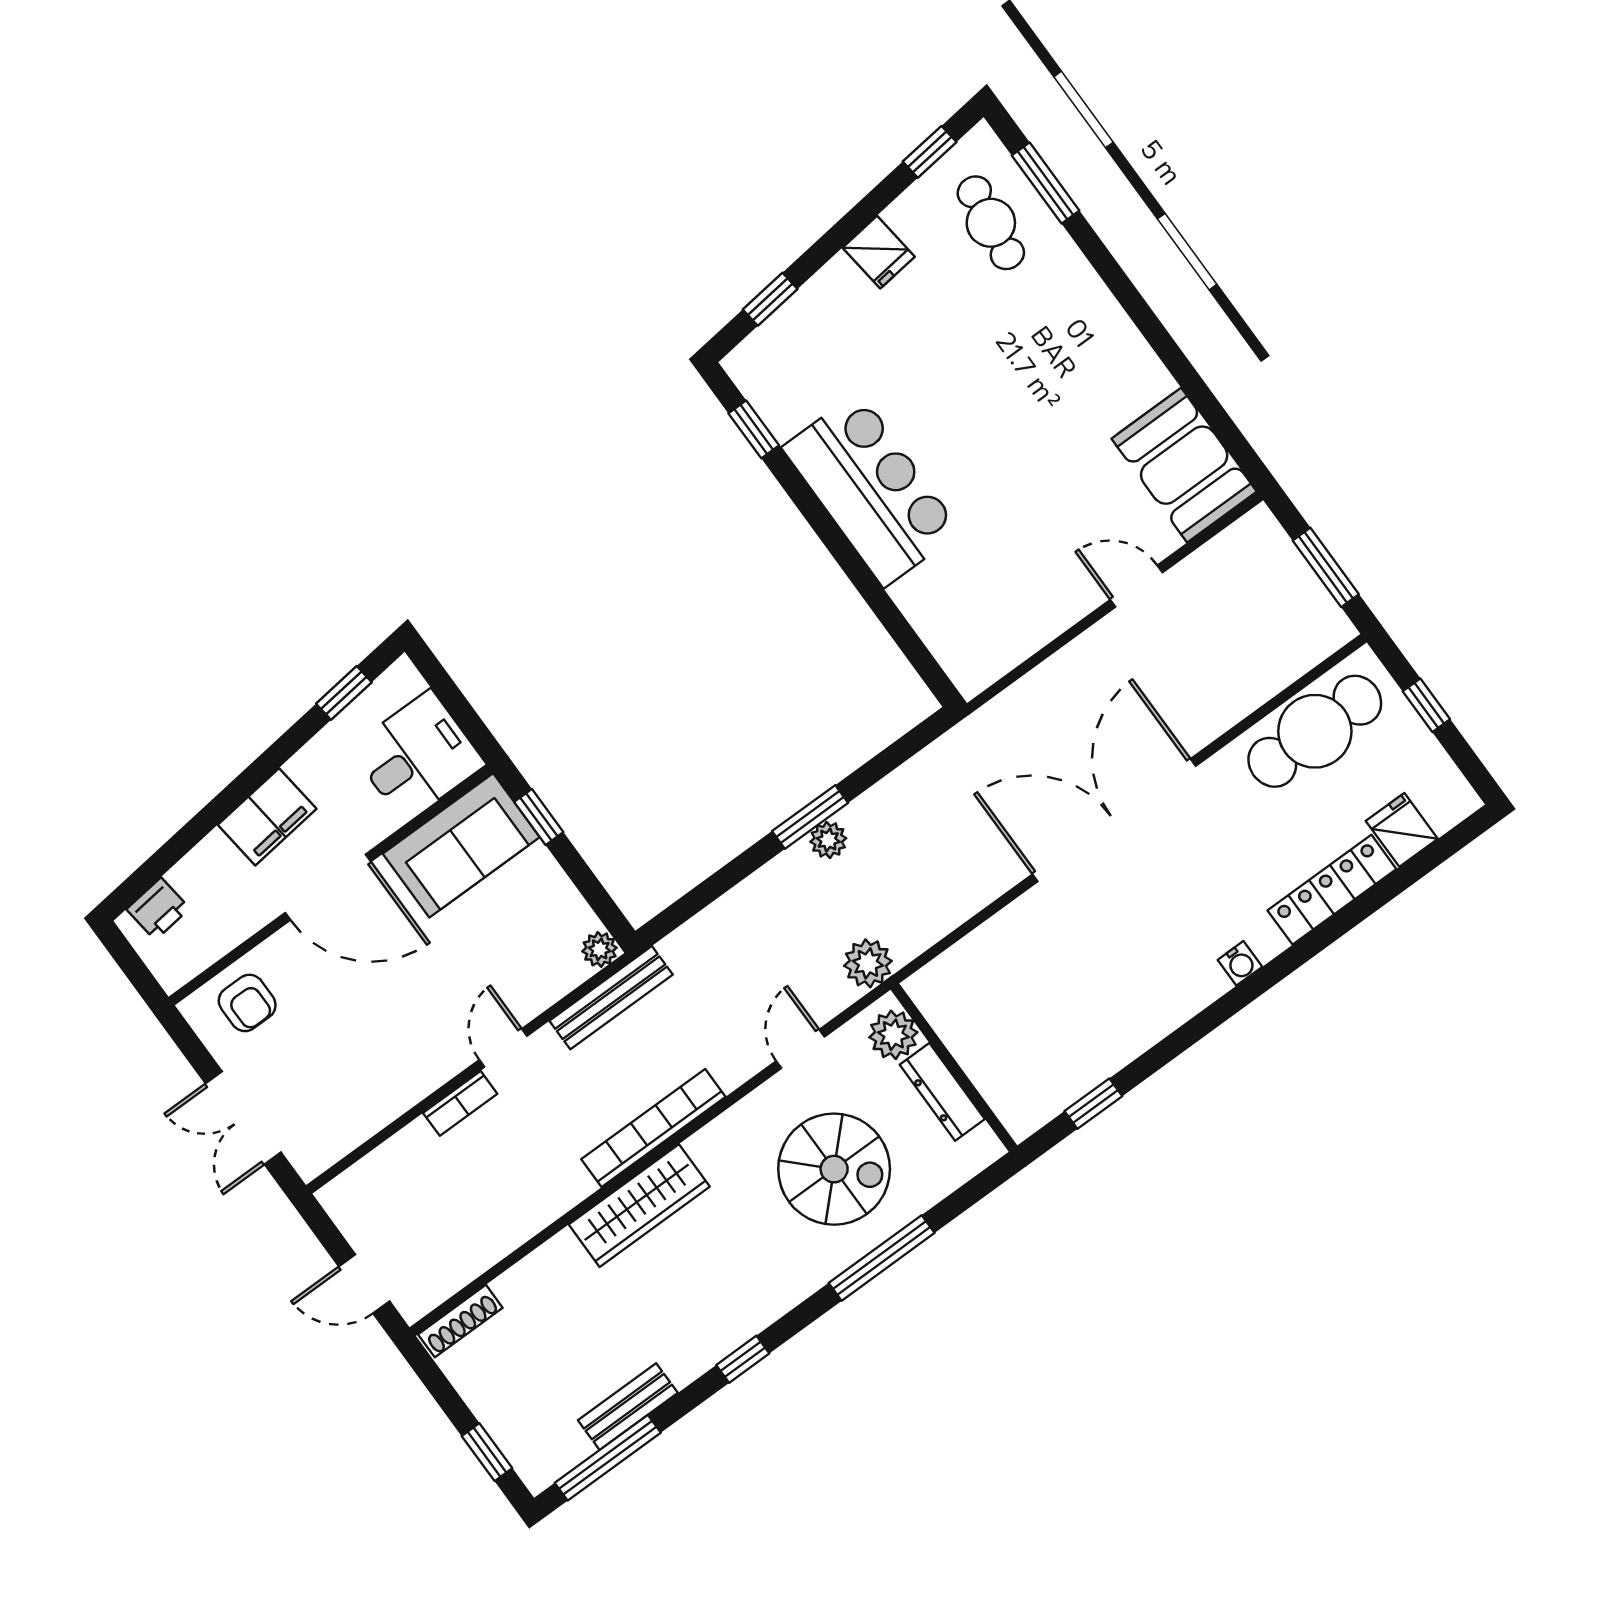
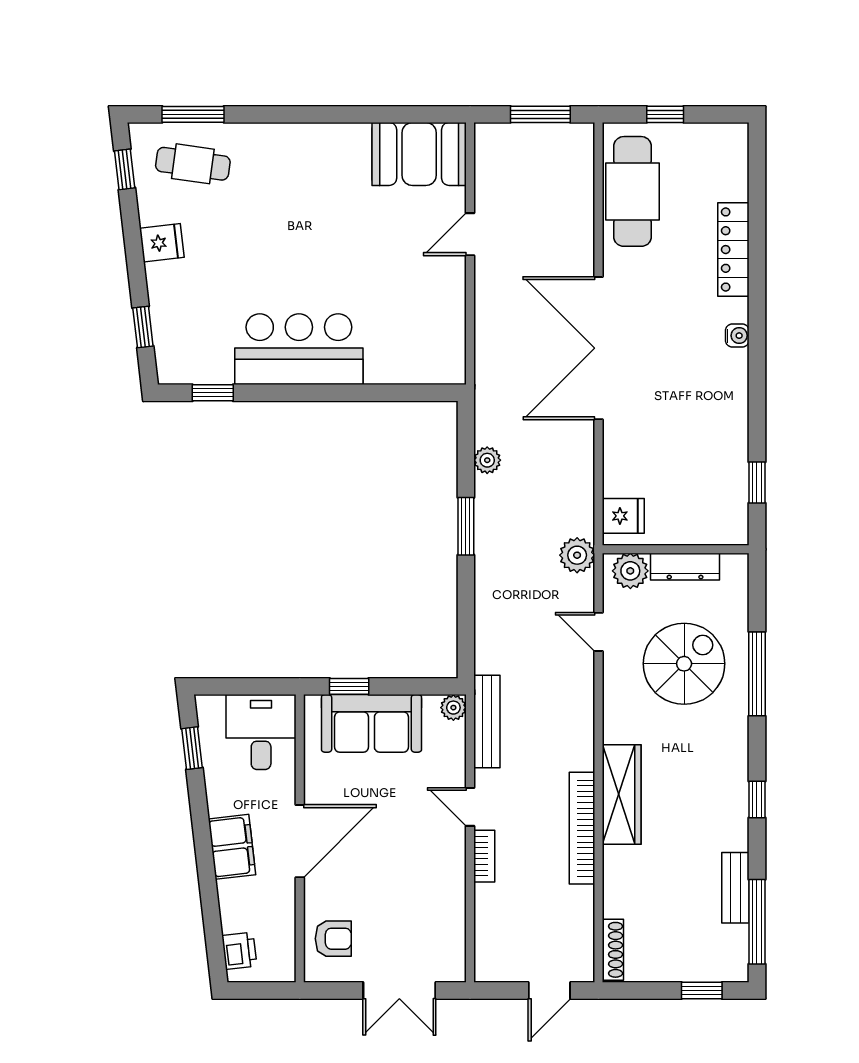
fridge: (1402, 830) -> (623, 516), moved, turned 180
plant: (828, 840) -> (487, 460), moved
sofa: (461, 845) -> (371, 723), moved, turned 90
bookcase: (653, 1128) -> (582, 828), moved

